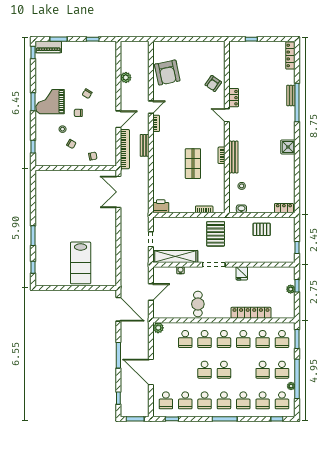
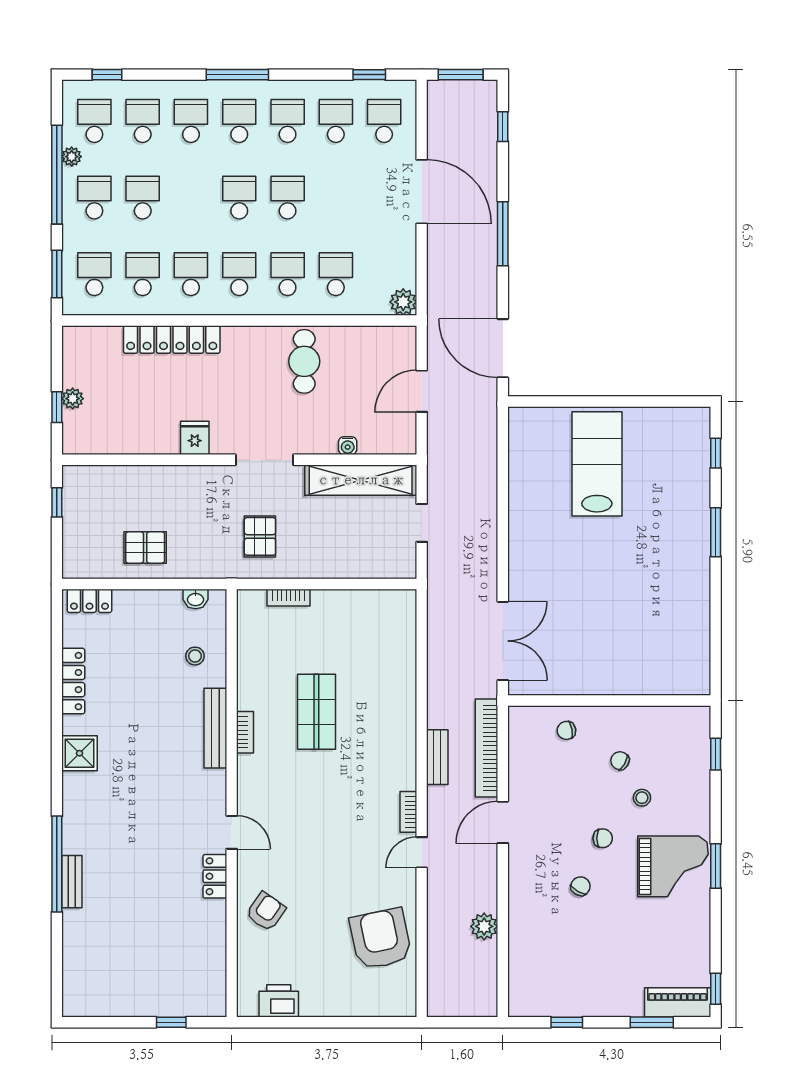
locker: (290, 55) -> (73, 681), moved
printer: (161, 206) -> (279, 1001), moved, turned 180
pallet: (216, 234) -> (260, 536), width x0.67, depth x0.71

